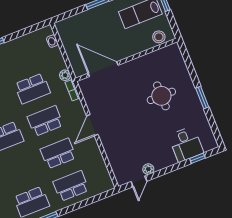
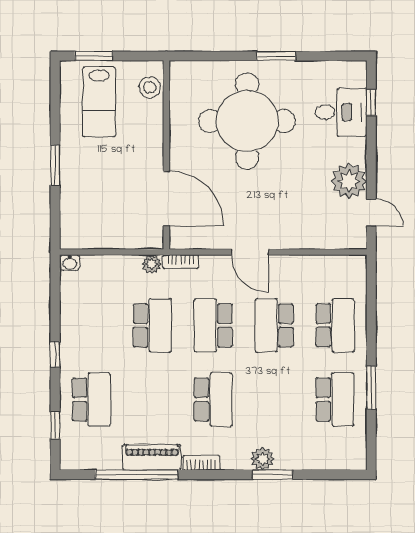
washbasin: (52, 41) -> (70, 263), moved
door: (103, 69) -> (166, 198), swing flipped
round table: (161, 96) -> (247, 121), width x1.86, depth x1.86
plant: (148, 169) -> (349, 181), width x1.88, depth x1.88
school desk: (71, 186) -> (335, 325), turned 180

